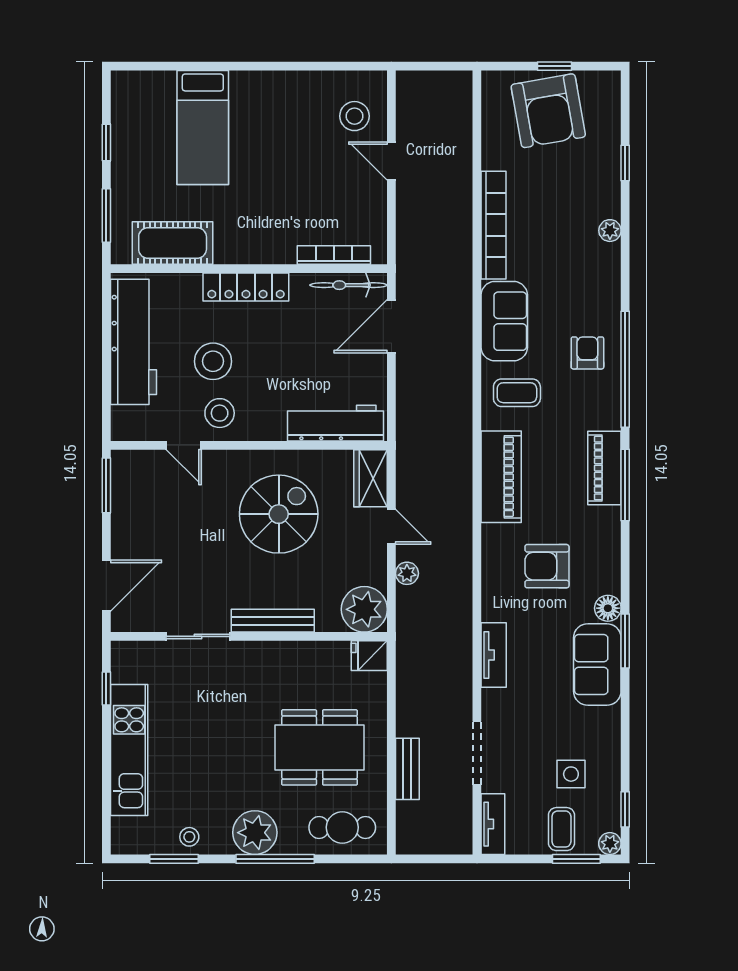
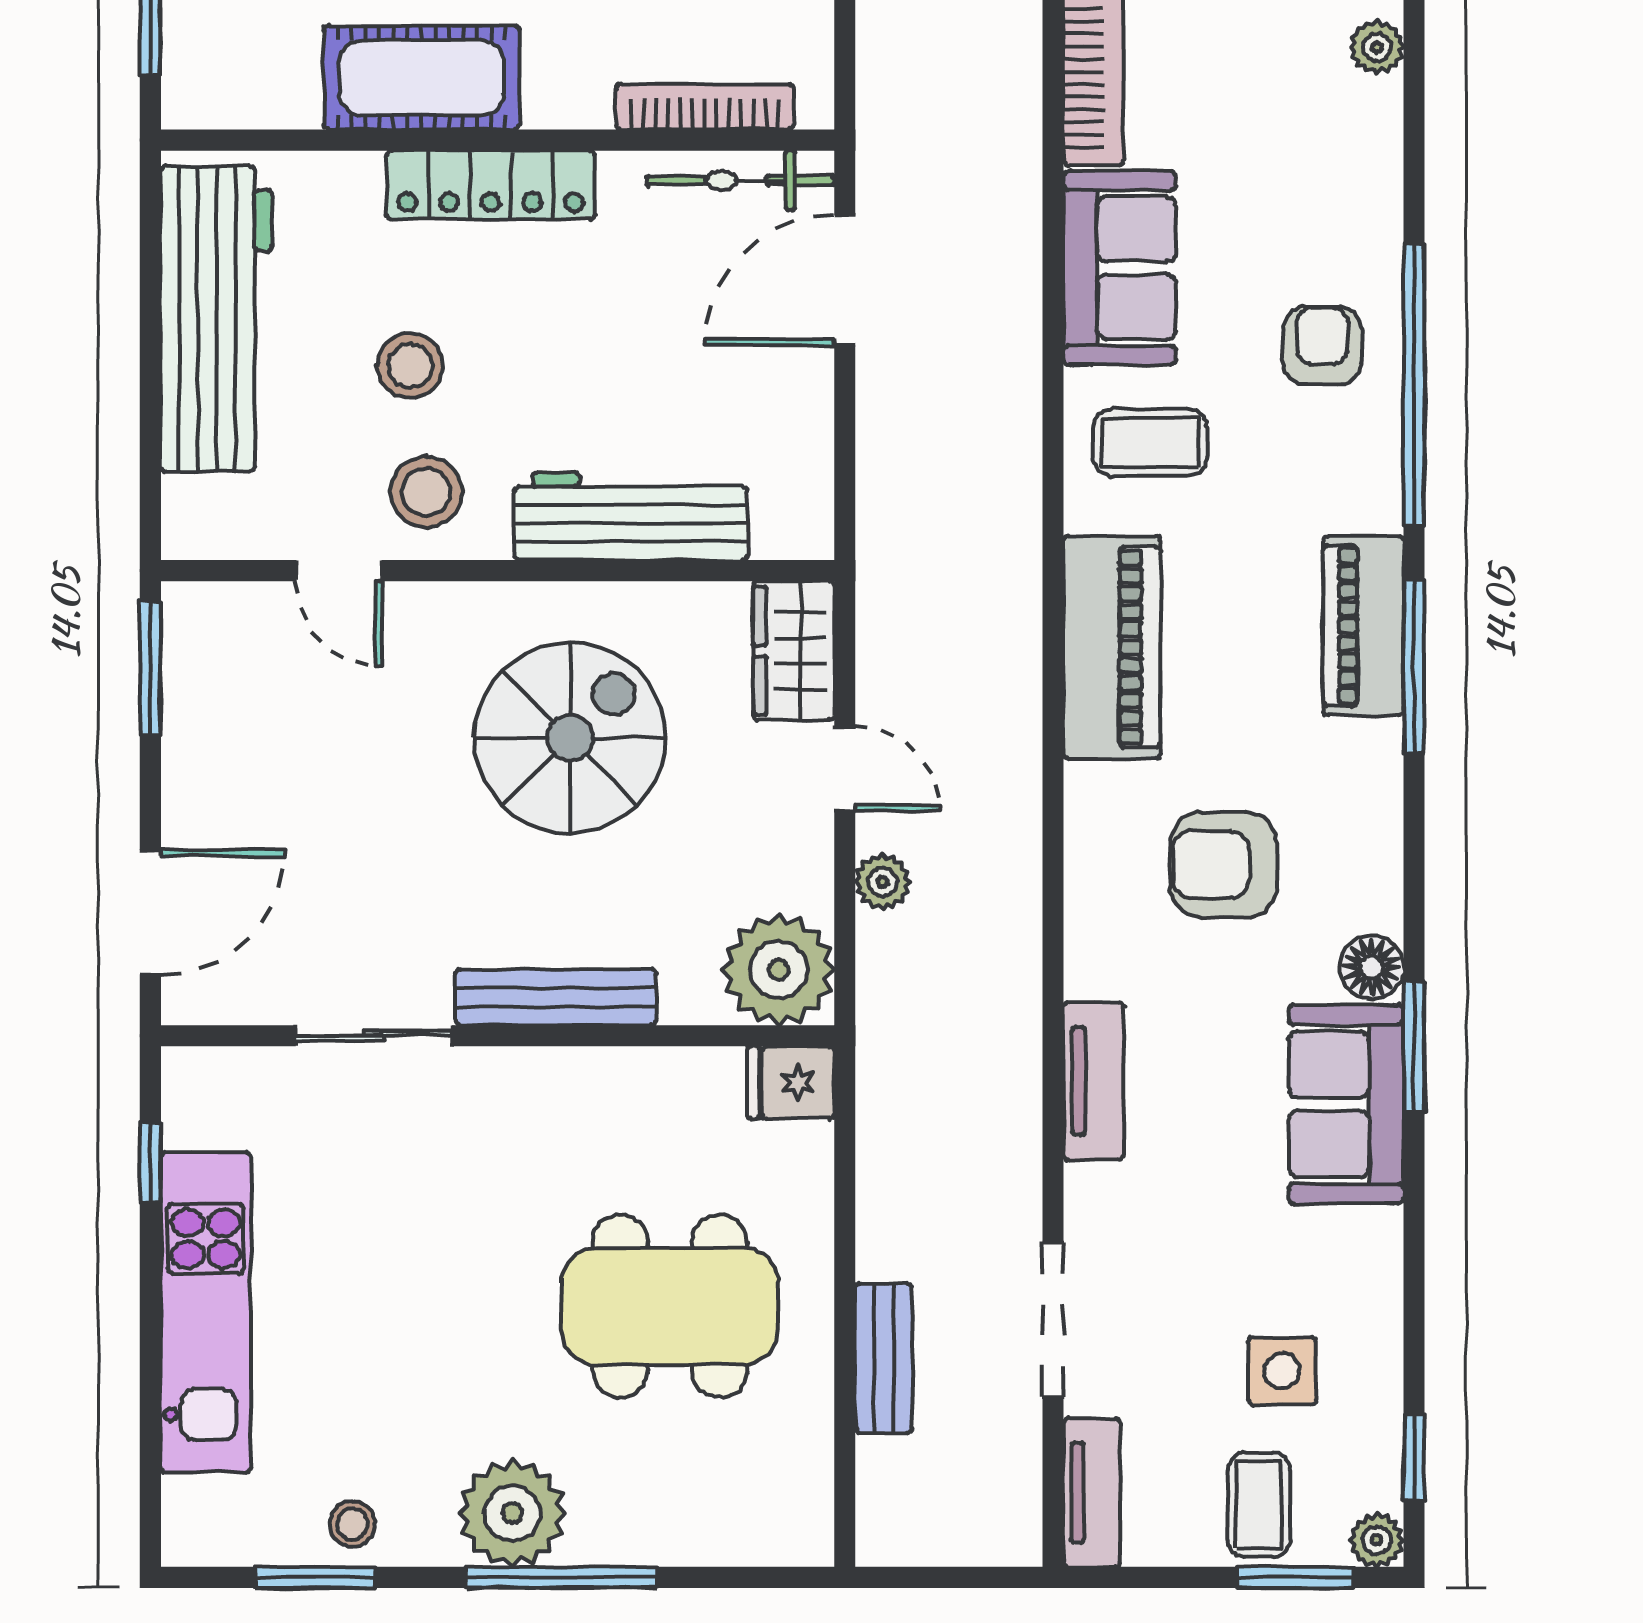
cot: (173, 243) -> (421, 78), moved
stool: (213, 361) -> (410, 366), width x0.73, depth x0.73
workbench: (336, 423) -> (631, 516), moved
cafe table: (342, 827) -> (725, 1501), removed

